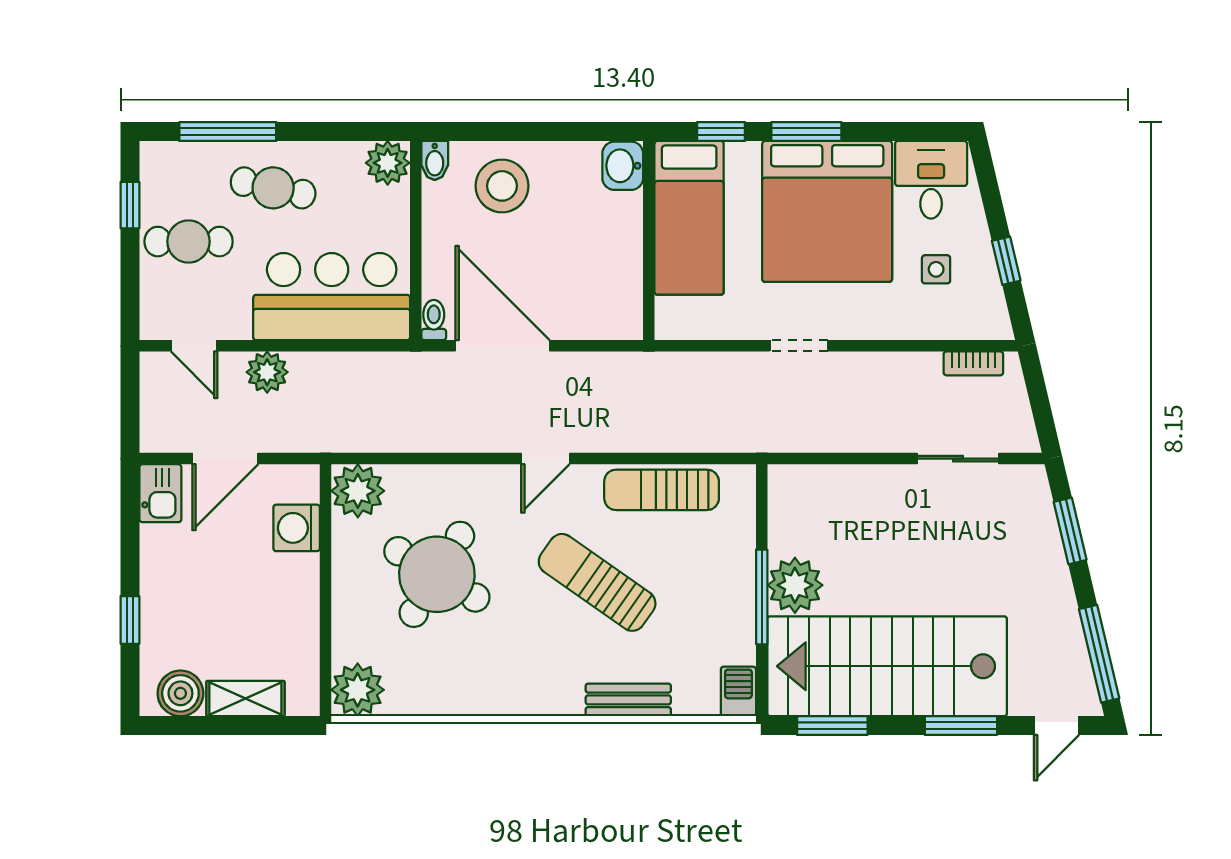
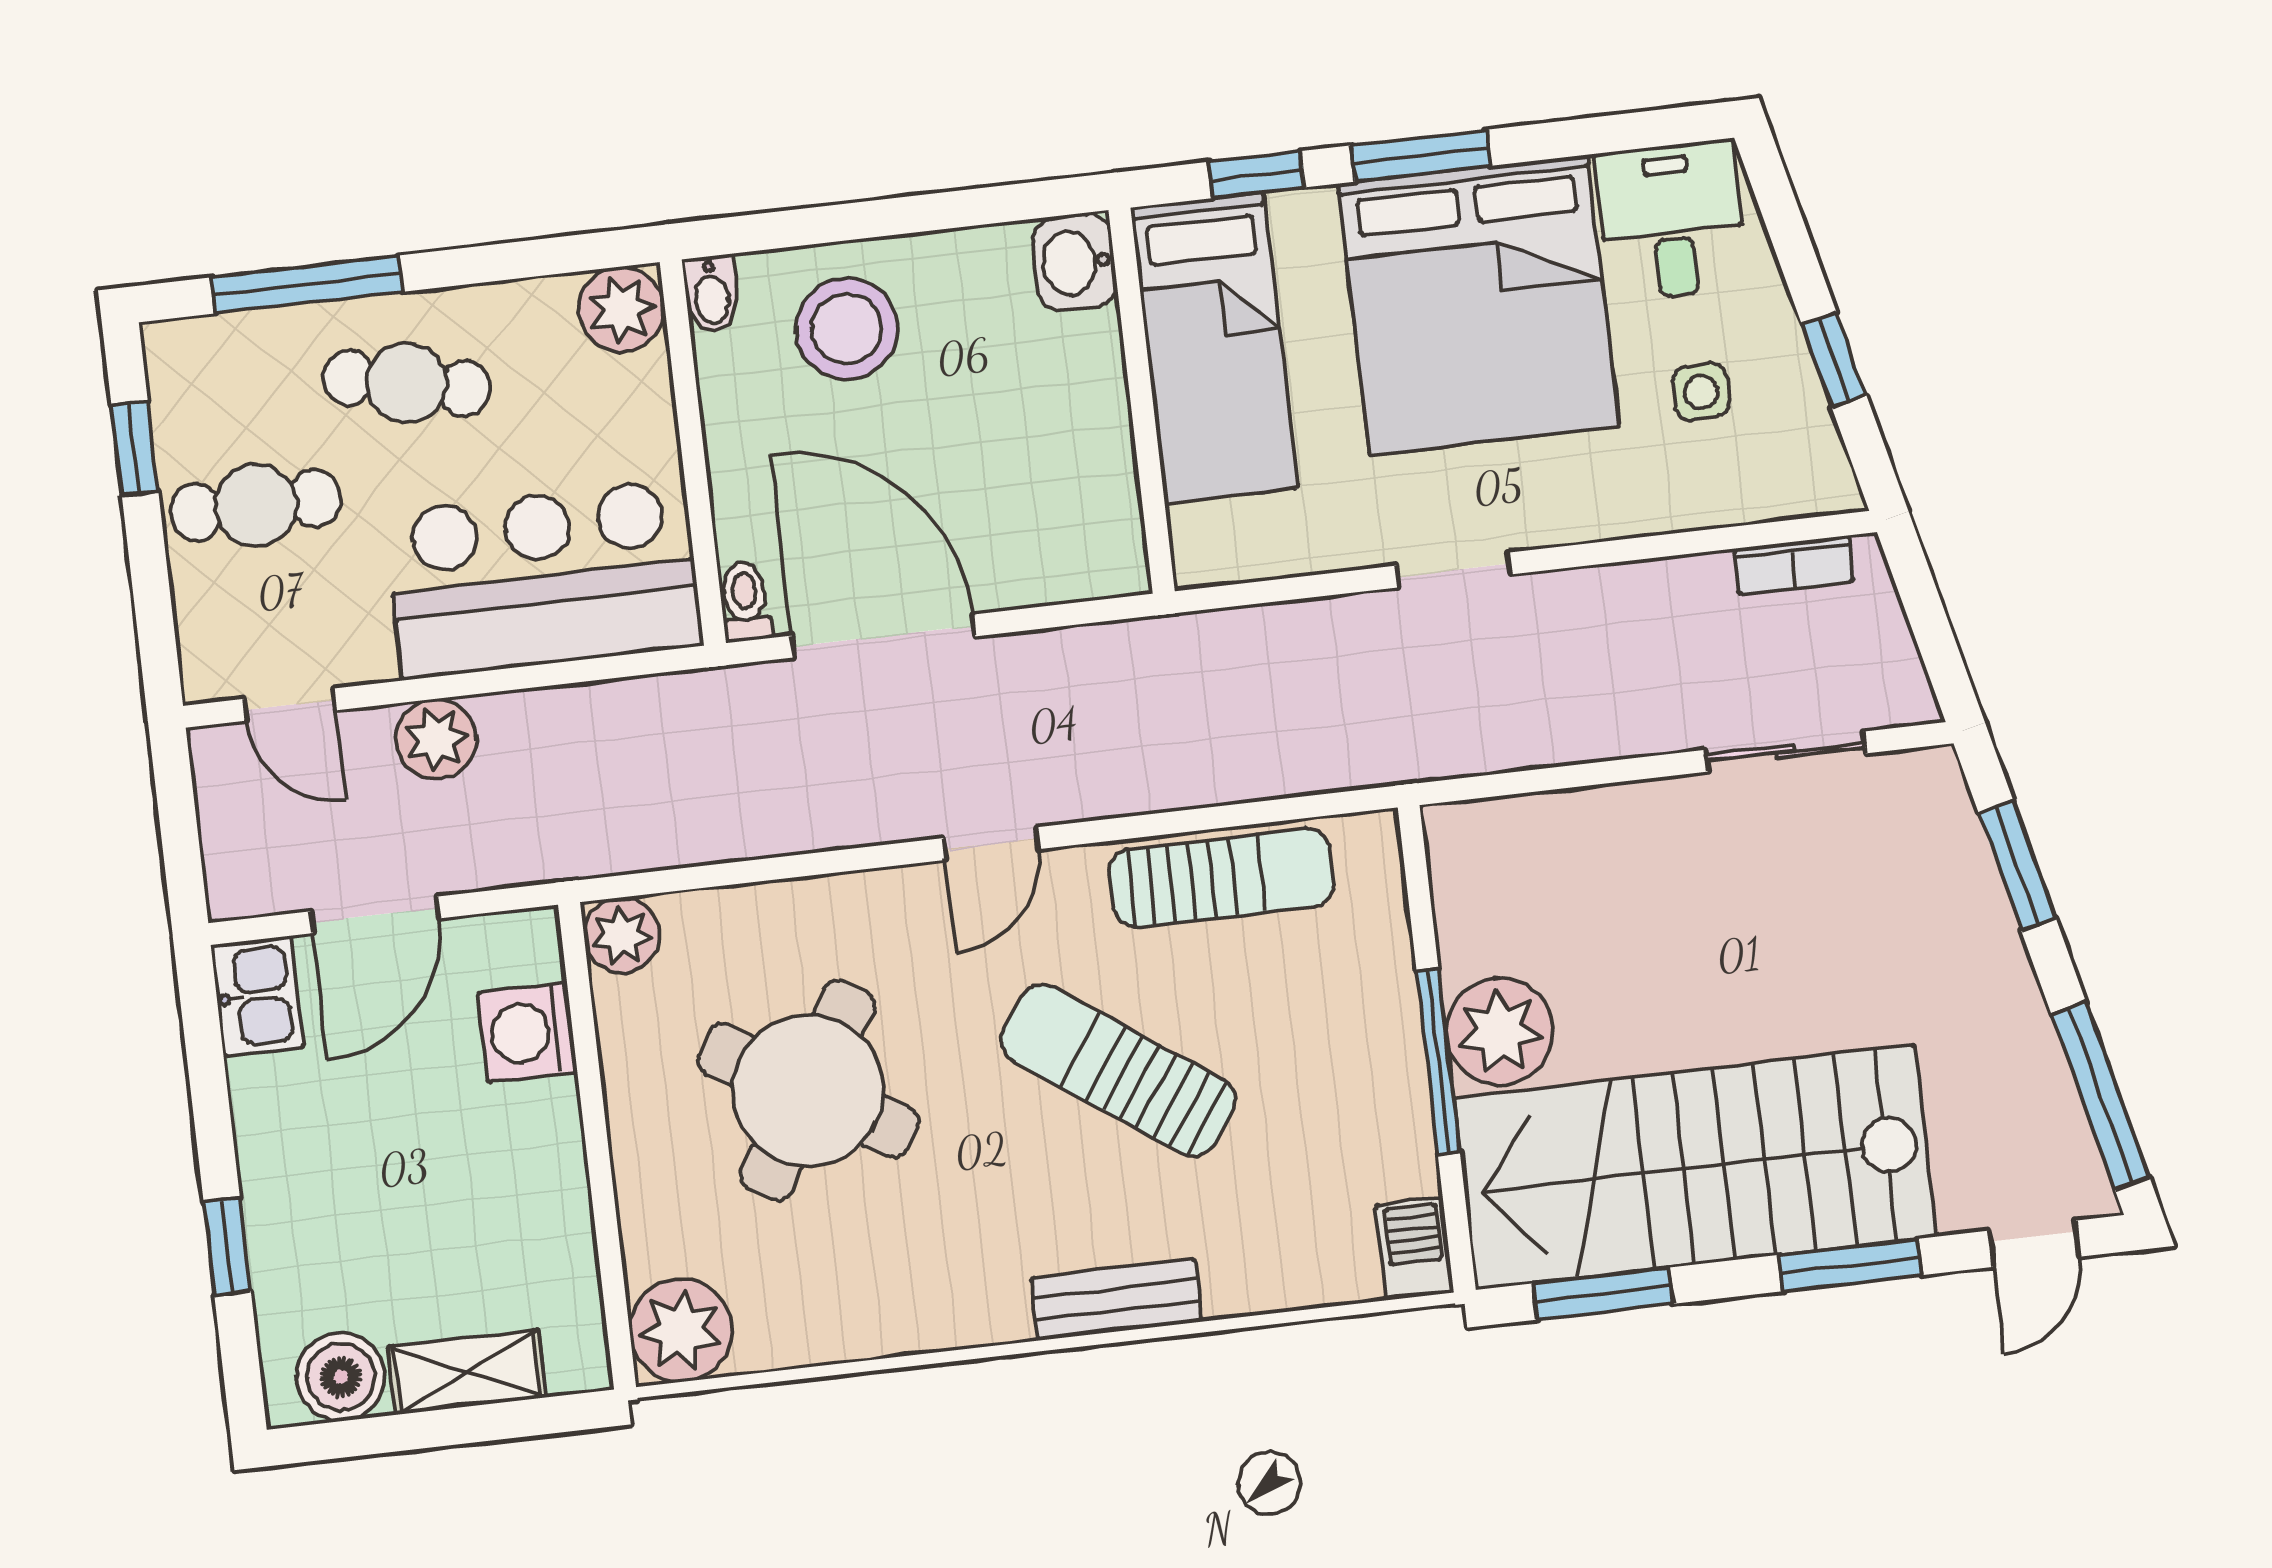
sun lounger: (662, 490) -> (1222, 878), turned 180
plant: (358, 491) -> (622, 935), width x0.73, depth x0.73
bench: (628, 700) -> (1117, 1300), moved

